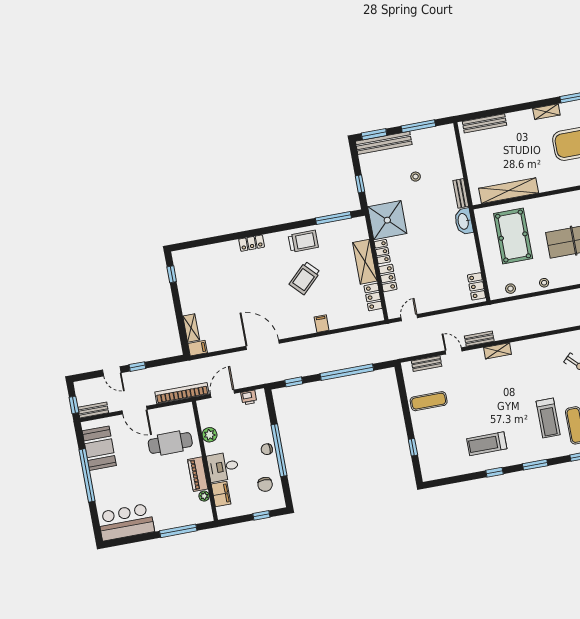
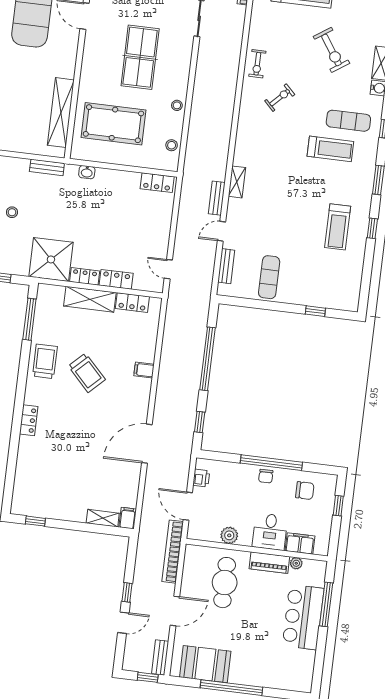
washbasin: (464, 221) -> (87, 172), width x0.52, depth x0.69
bar counter: (126, 522) -> (303, 617), moved

